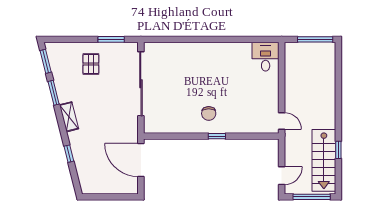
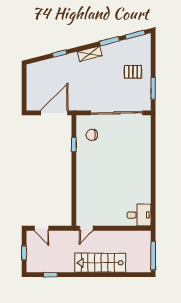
chair: (209, 113) -> (92, 135), moved
window: (217, 136) -> (74, 145), moved
window: (338, 150) -> (50, 275), moved
stairs: (324, 160) -> (100, 263), moved
window: (312, 197) -> (24, 253), width x0.46

